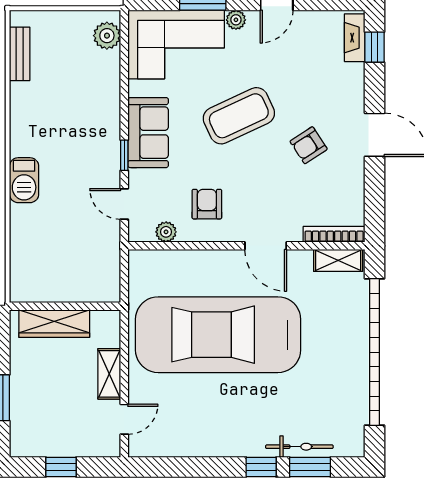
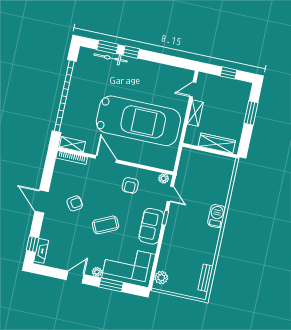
coffee table: (239, 116) -> (106, 225), width x0.73, depth x0.76
plant: (166, 232) -> (164, 178), moved

